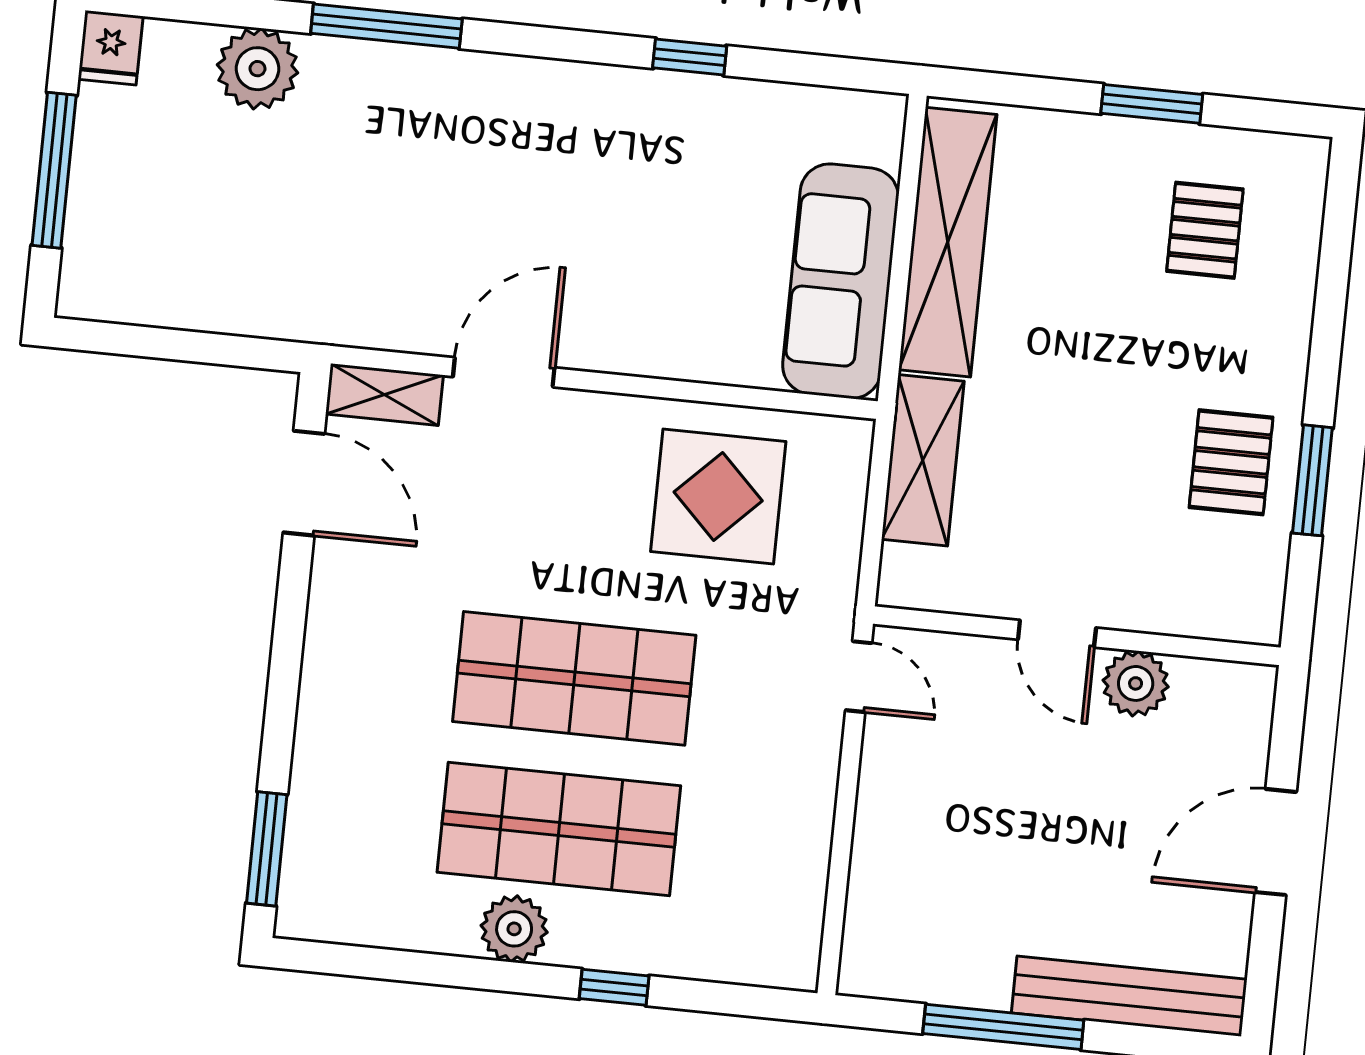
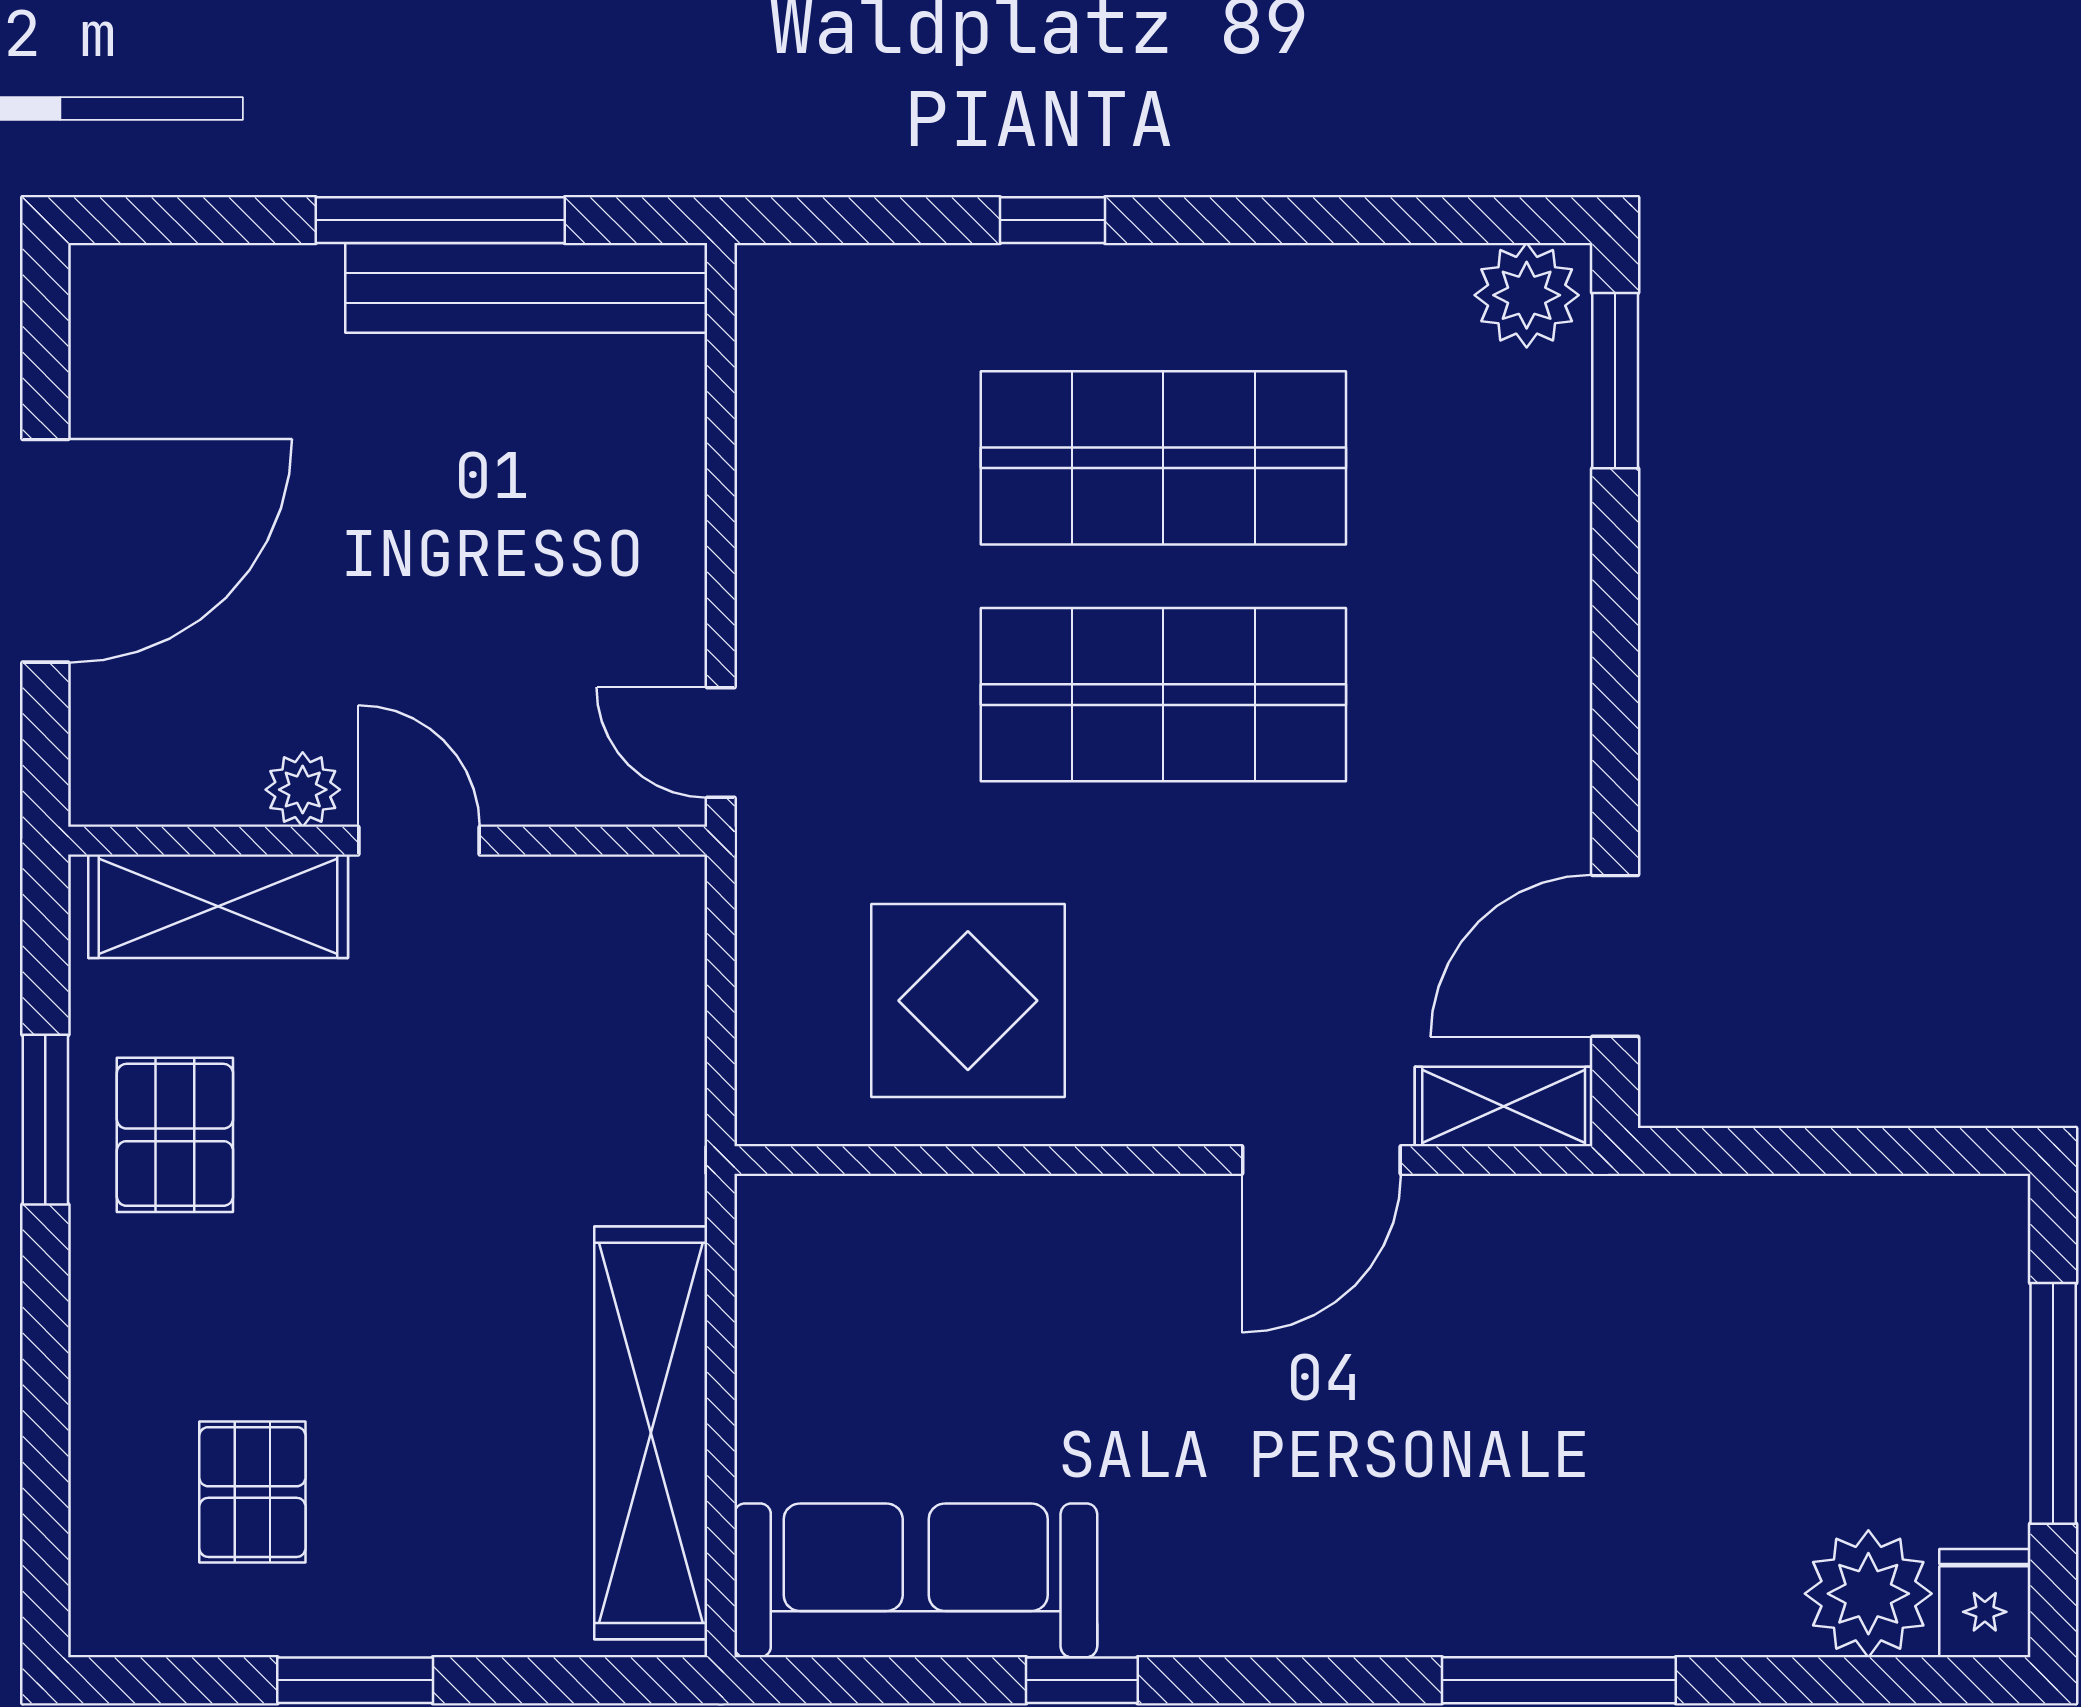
plant: (257, 69) -> (1868, 1594), moved
sofa: (841, 281) -> (916, 1580), moved, turned -90
shelving: (923, 460) -> (218, 906), moved, turned 90
door: (304, 483) -> (1615, 956), hinge flipped
plant: (1136, 683) -> (303, 790), width x0.73, depth x0.73
door: (1276, 842) -> (45, 551), width x1.36
plant: (514, 929) -> (1527, 295), moved
bench: (1129, 996) -> (526, 288), moved

